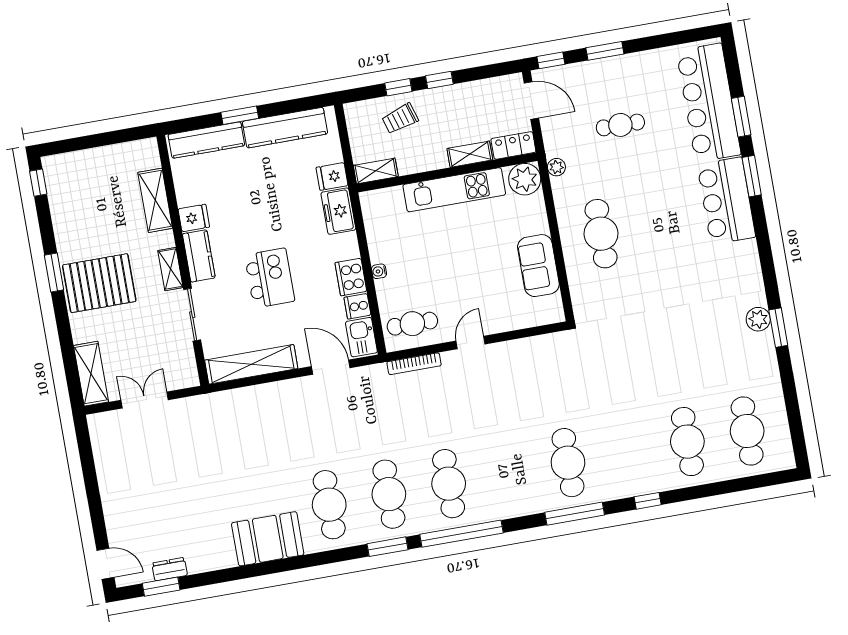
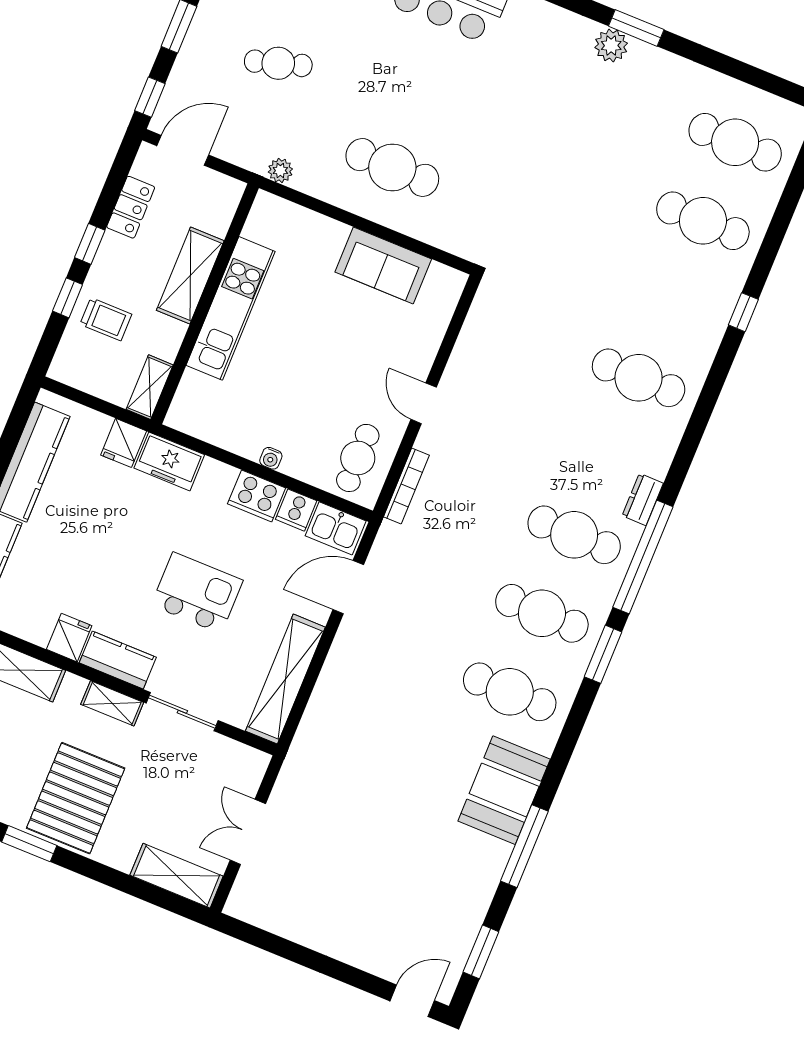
trolley: (400, 119) -> (106, 319), turned -73
cafe table: (620, 125) -> (278, 63), turned 73
locker: (513, 145) -> (131, 207), moved, turned 180
shelving: (470, 154) -> (190, 275), width x1.50, depth x1.33
plant: (525, 179) -> (271, 217), removed
window: (575, 514) -> (524, 846), moved
dresser: (170, 569) -> (643, 500), moved

